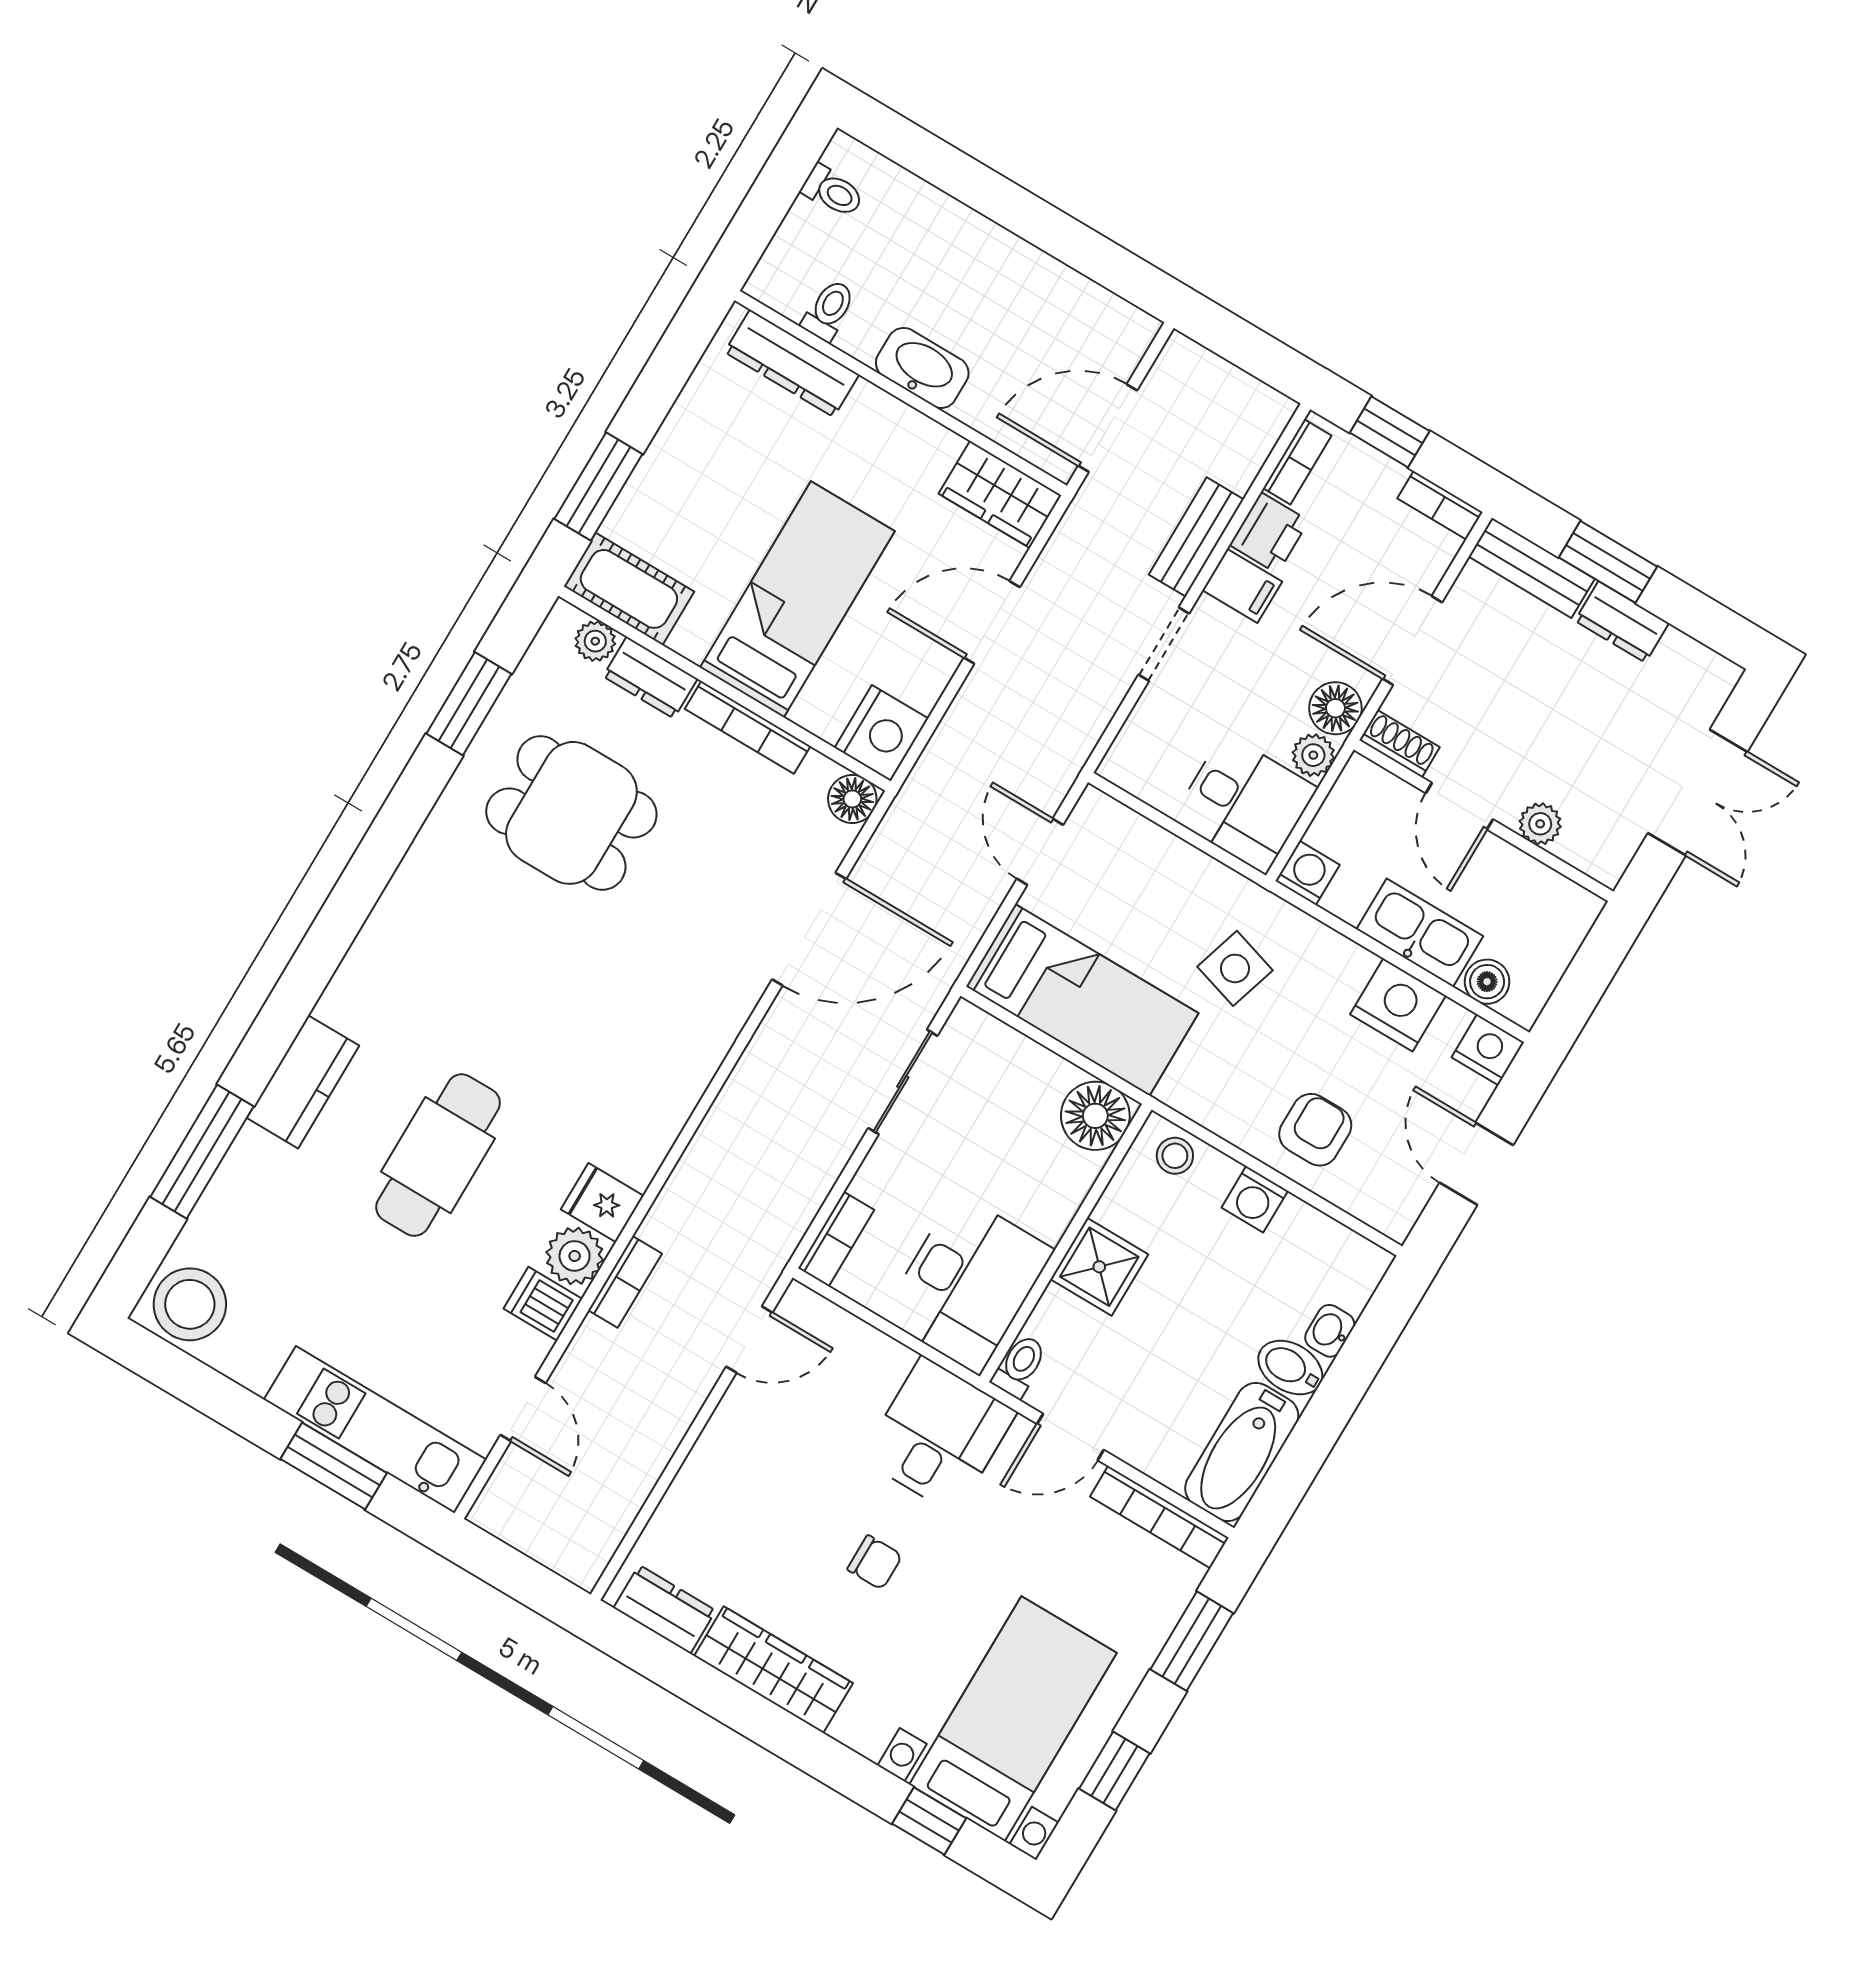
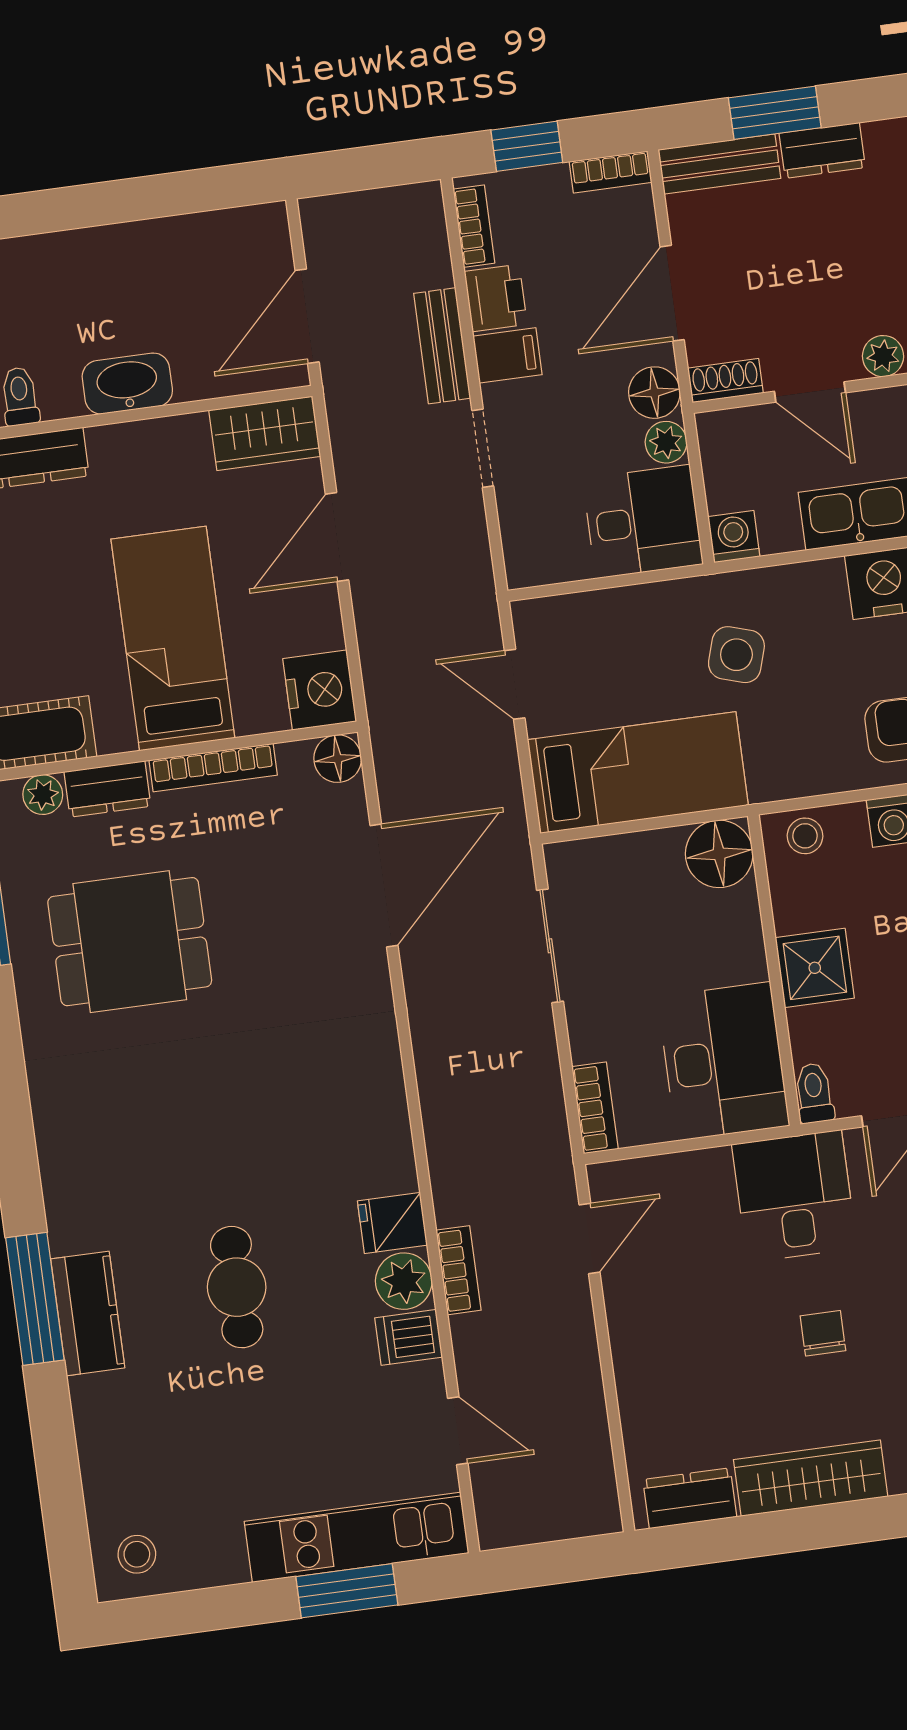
window: (202, 1152) -> (35, 1299), moved
cafe table: (438, 1155) -> (237, 1287), width x0.73, depth x0.74
stool: (190, 1304) -> (137, 1554), width x0.53, depth x0.53
chair: (875, 1562) -> (823, 1333), turned -90

